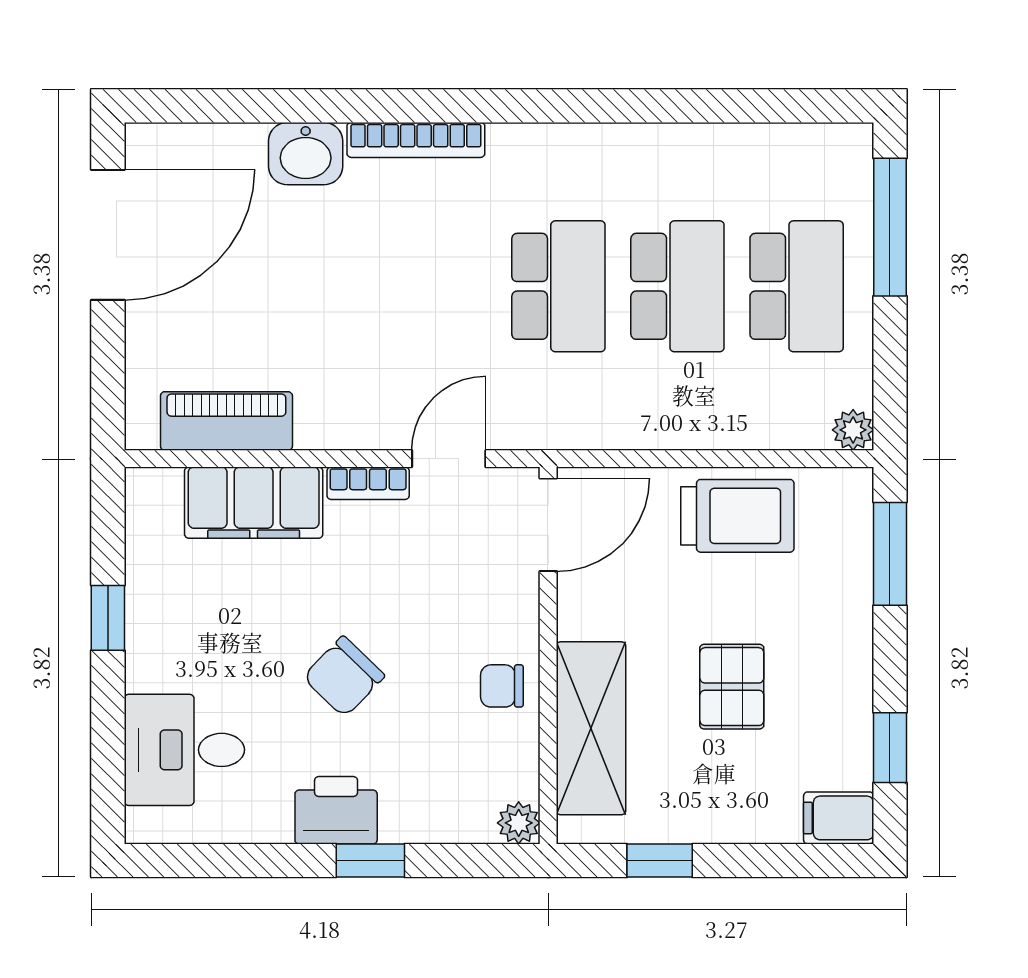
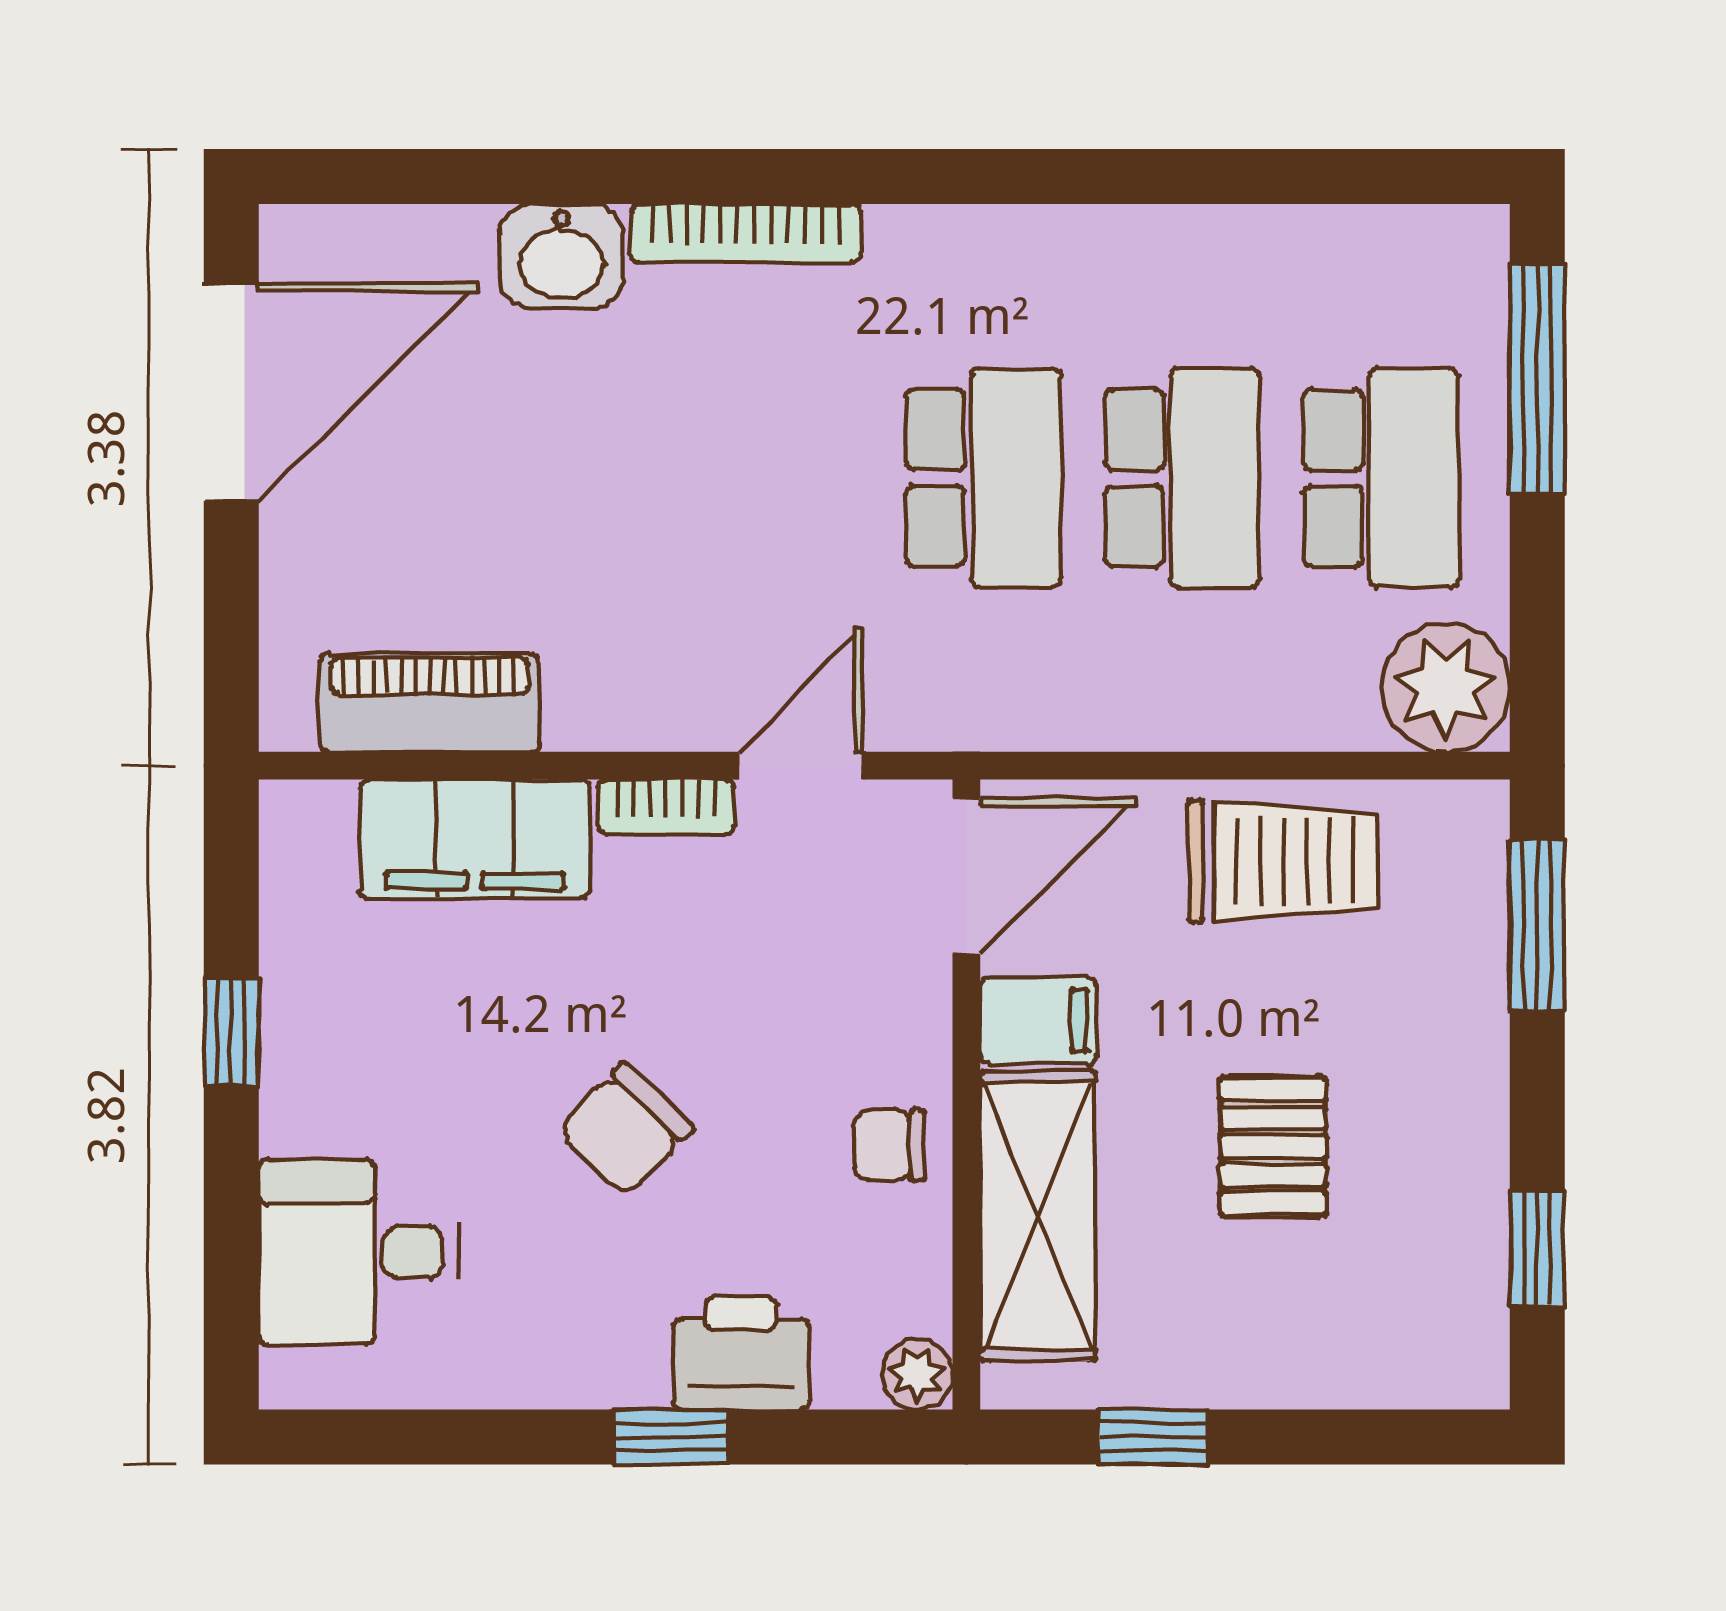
plant: (853, 430) -> (1446, 688), width x1.88, depth x1.88
printer: (336, 810) -> (741, 1353), moved
filing cabinet: (839, 818) -> (1038, 1020), moved, turned 180

